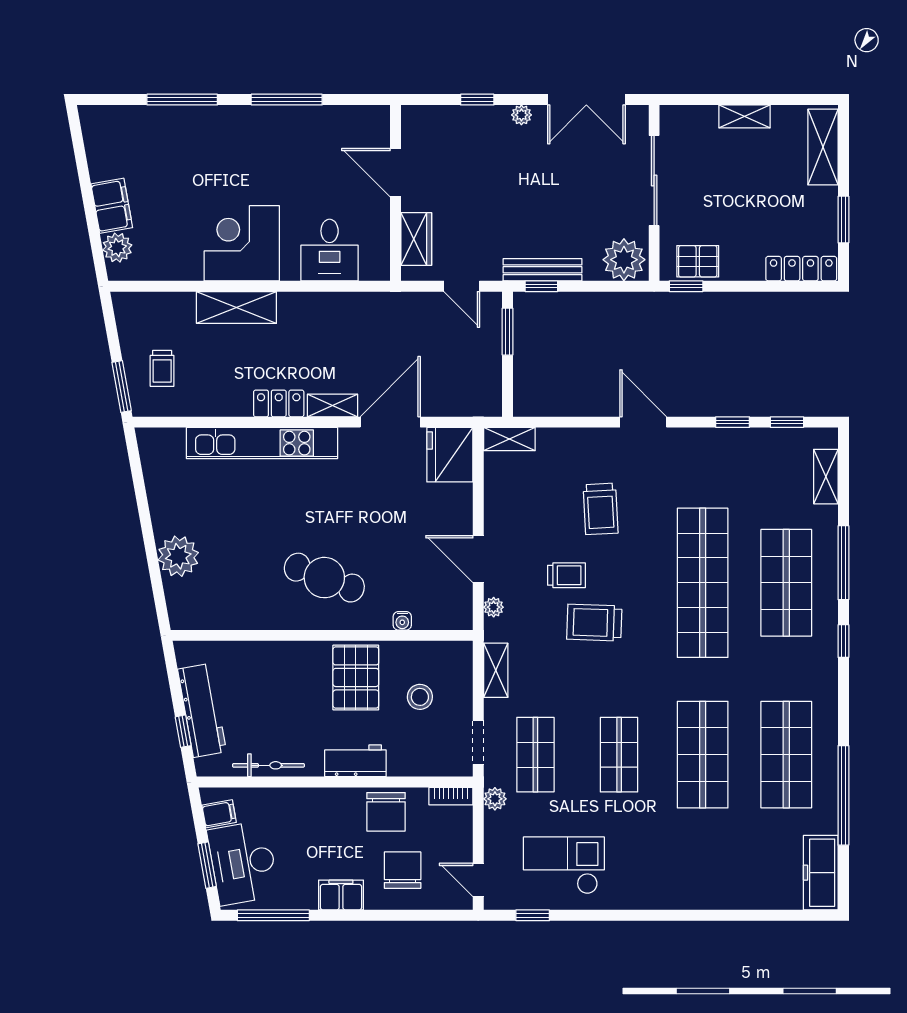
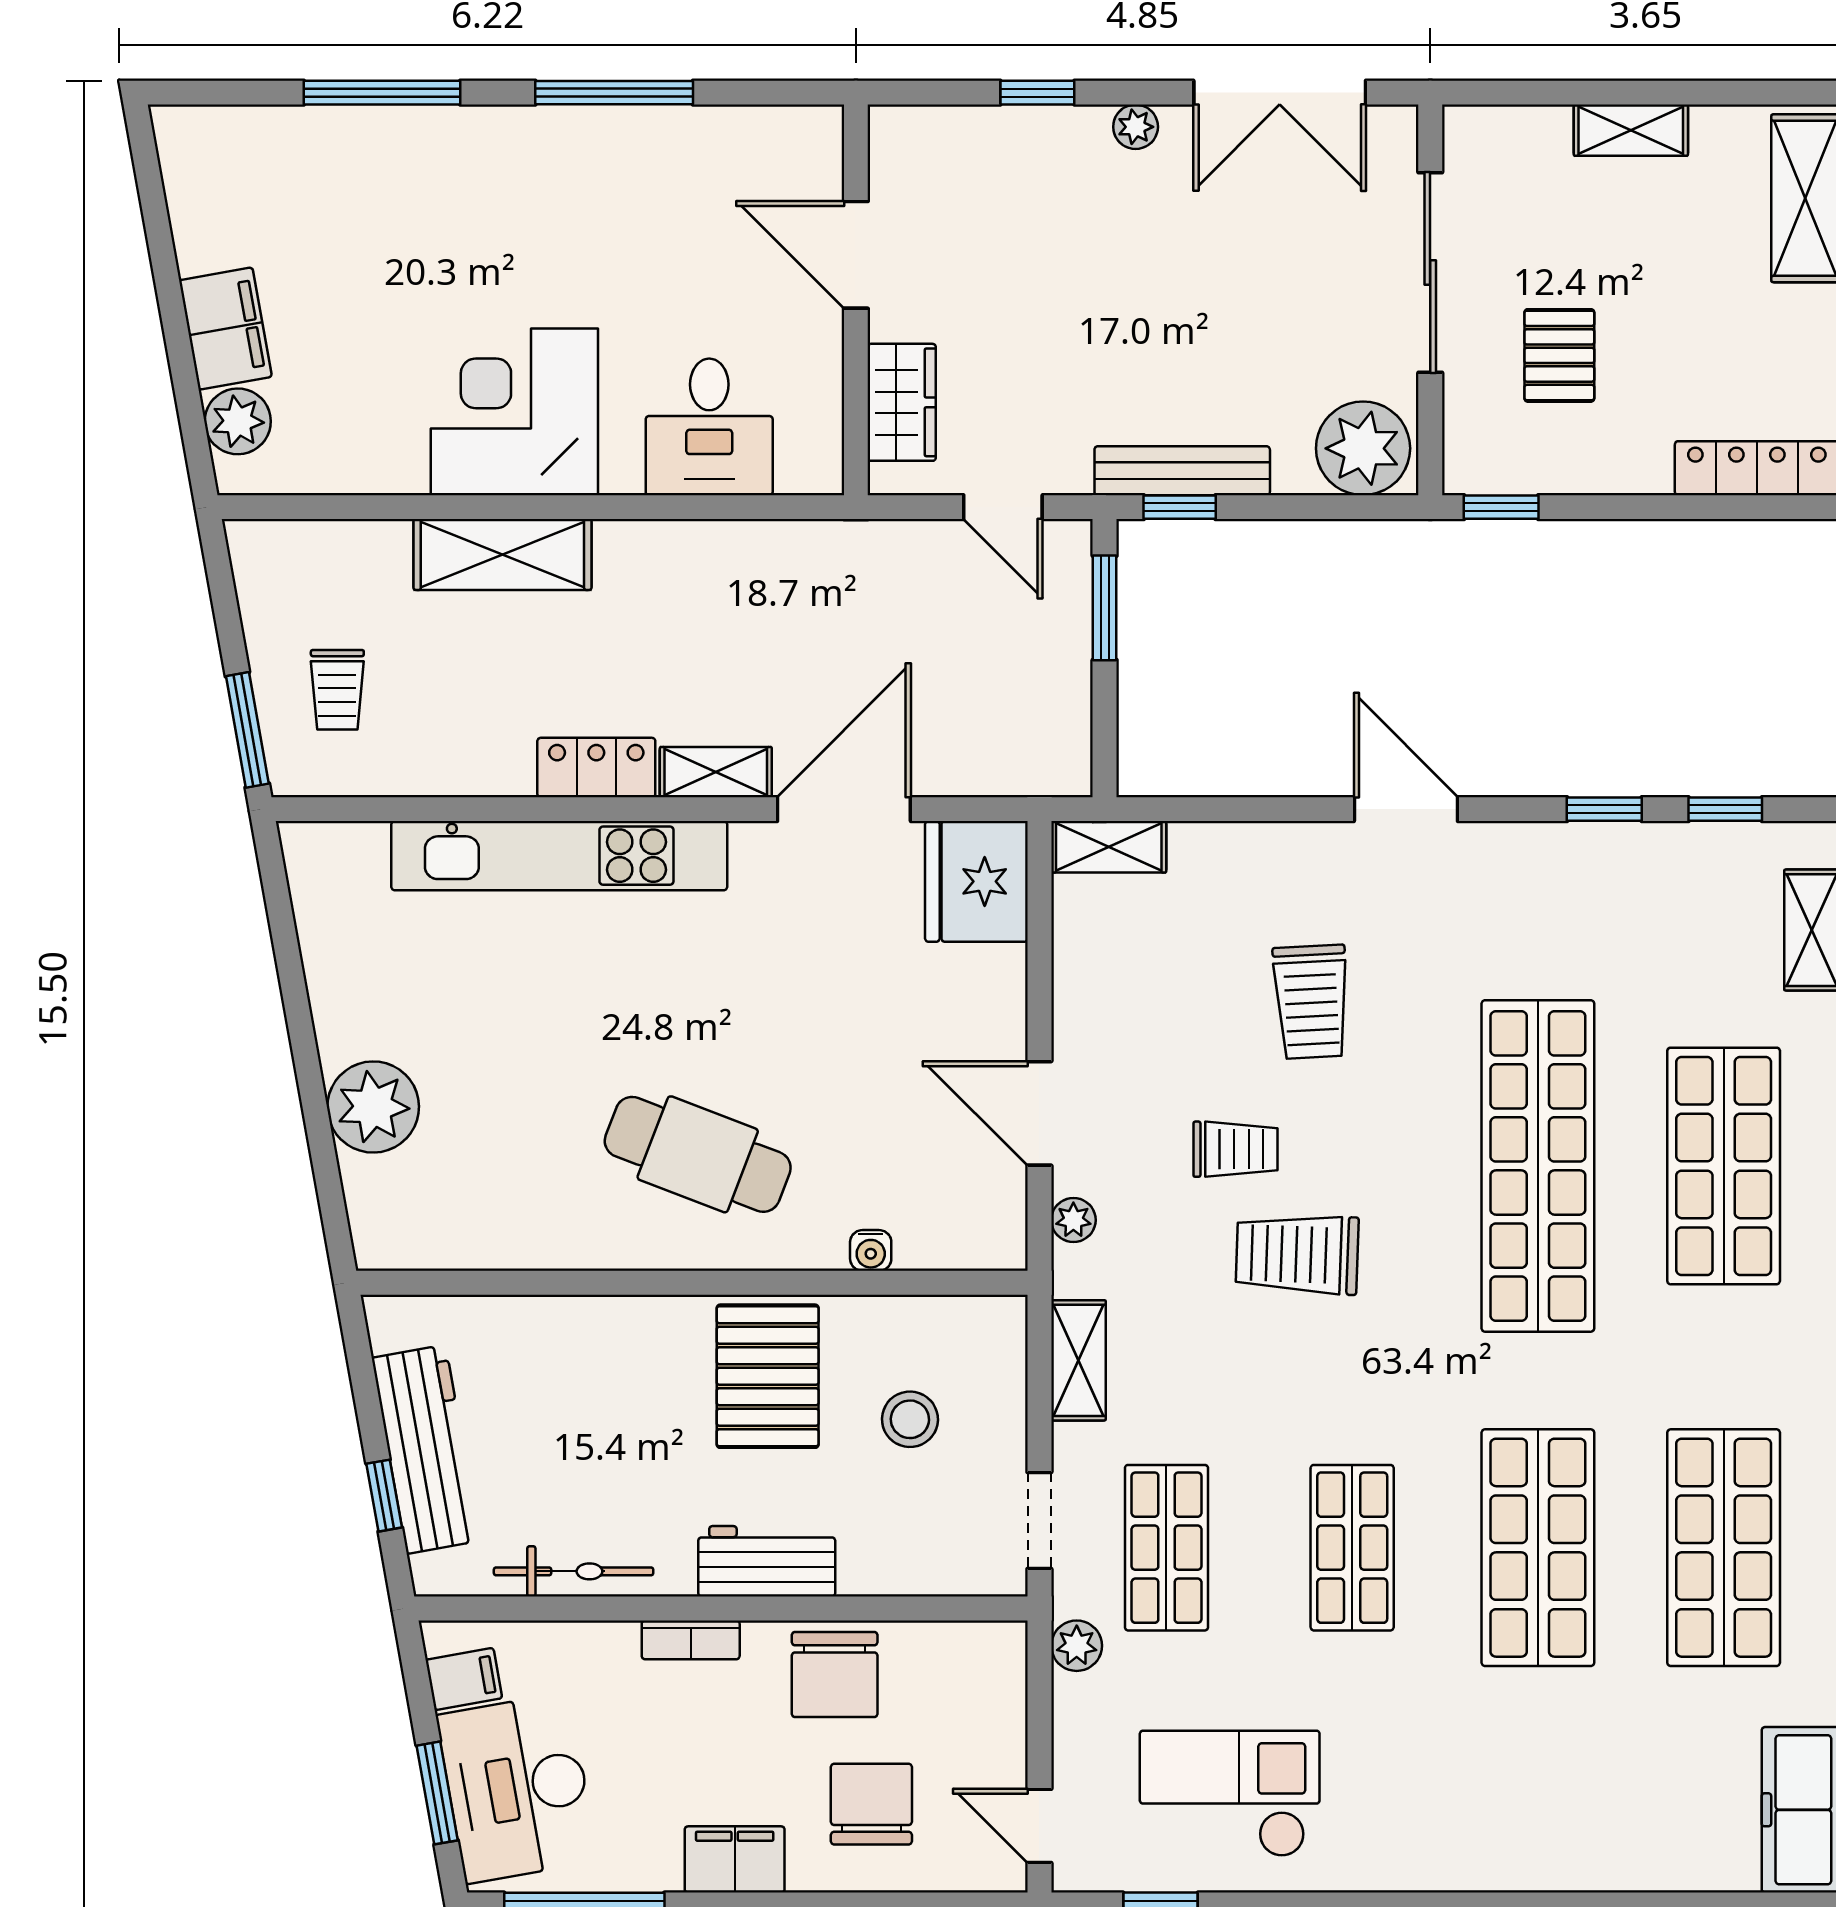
pallet: (698, 261) -> (1559, 355), moved, turned 90
bookcase: (451, 796) -> (691, 1640), moved

